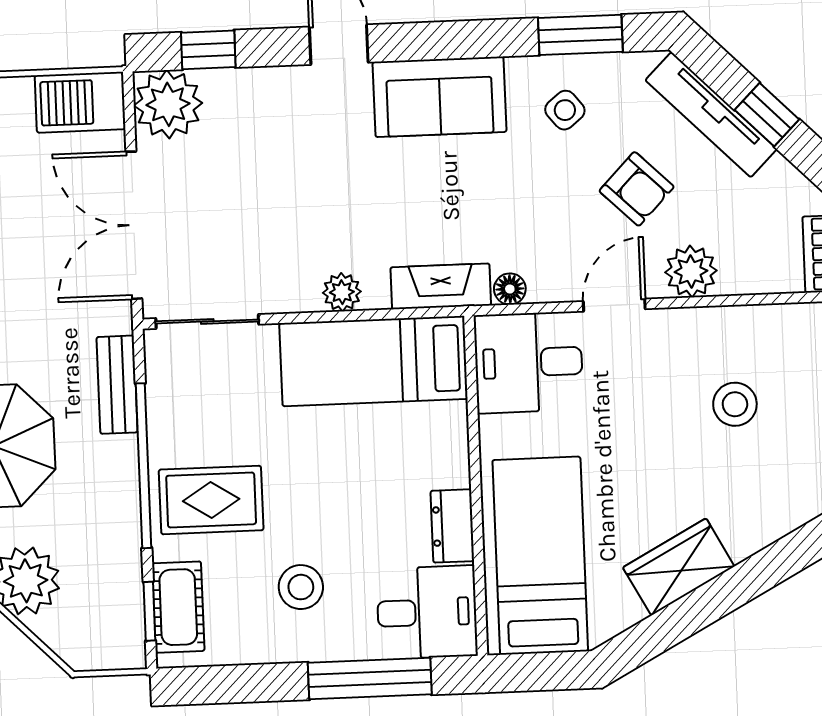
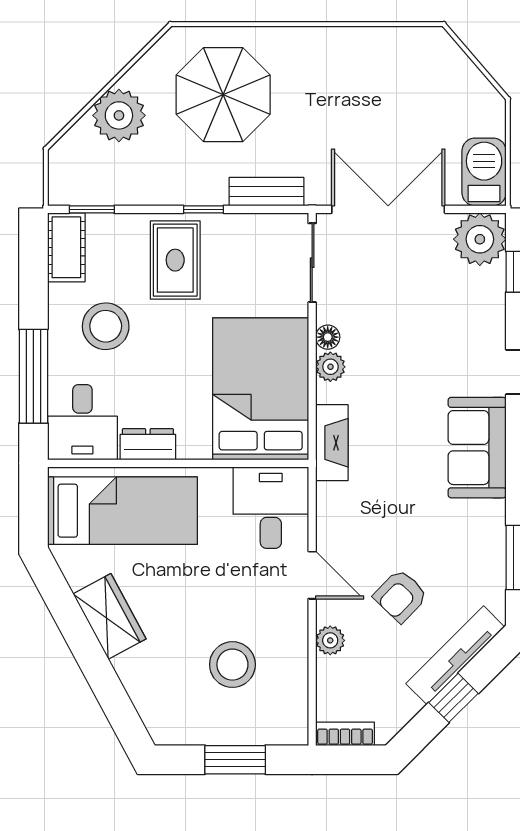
side table: (565, 110) -> (463, 543), removed
plant: (691, 271) -> (330, 640), width x0.73, depth x0.73
floor lamp: (510, 289) -> (328, 337), moved
bed: (373, 361) -> (261, 389), width x1.50
stool: (735, 404) -> (232, 665), width x1.38, depth x1.38
window: (143, 466) -> (204, 209), width x0.32
stool: (301, 587) -> (106, 326), width x1.38, depth x1.38
cot: (178, 607) -> (66, 247), moved, turned 90

